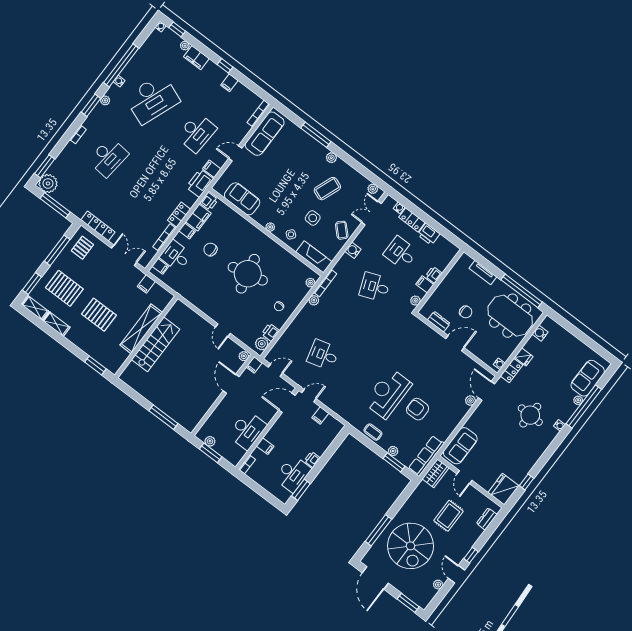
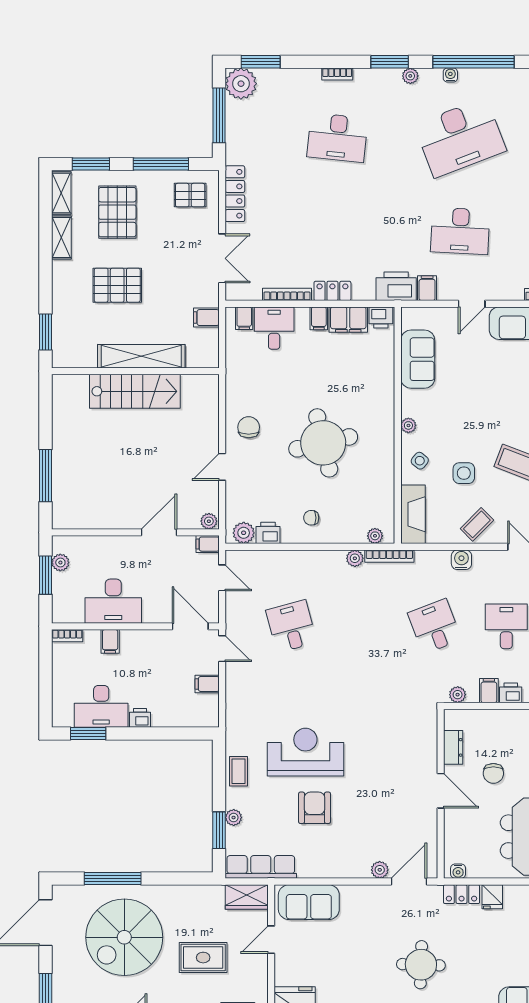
desk: (152, 99) -> (460, 138), turned -42
door: (235, 153) -> (472, 304), swing flipped
chair: (210, 249) -> (249, 427), moved
pallet: (99, 315) -> (117, 285), turned 90

